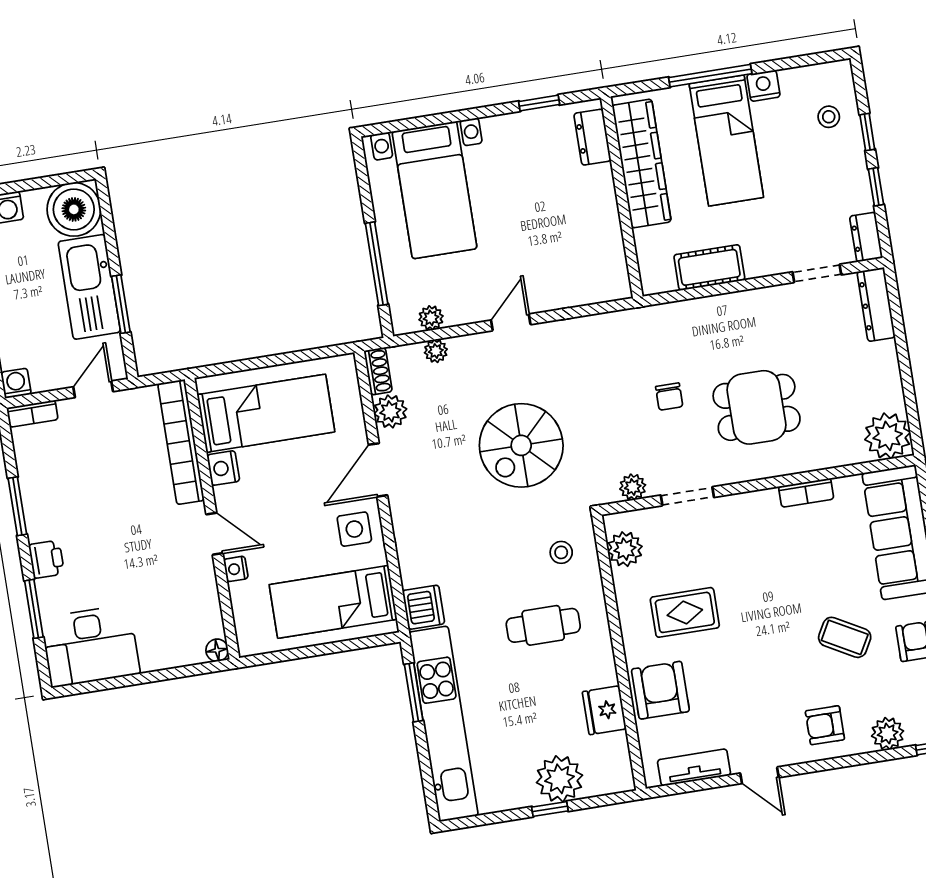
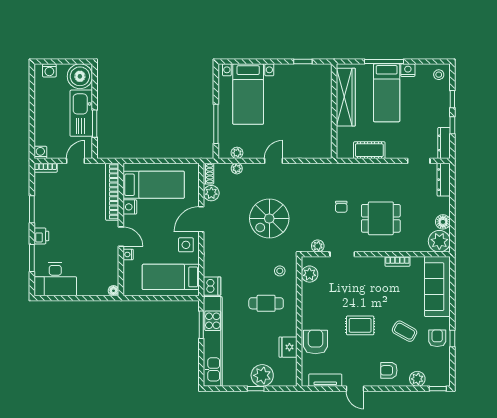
stool: (829, 117) -> (439, 75), moved
dresser: (592, 137) -> (325, 81), removed
dresser: (866, 237) -> (444, 143), width x1.44
floor lamp: (889, 394) -> (443, 222), added
rug: (685, 612) -> (360, 325), moved

